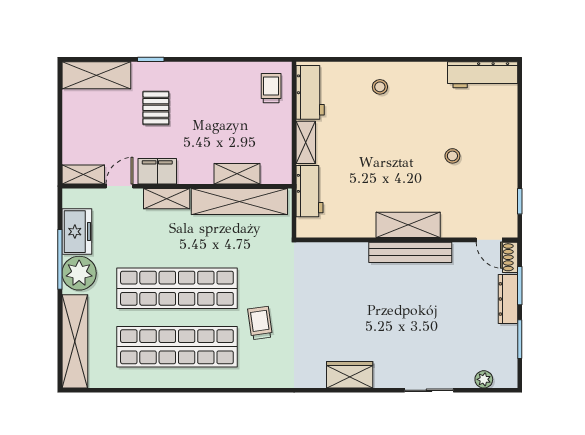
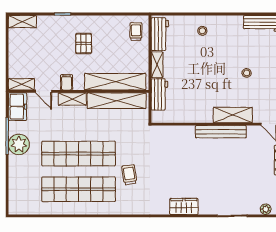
shelving: (96, 75) -> (22, 22), width x0.67, depth x0.75
pallet: (156, 108) -> (84, 43), moved
filing cabinet: (157, 171) -> (67, 82), width x0.50
shelving: (237, 174) -> (115, 82), width x2.20, depth x1.33
door: (120, 186) -> (44, 91), swing flipped
shelving: (408, 225) -> (233, 115), moved
freezer: (77, 232) -> (18, 107), moved
shelving: (75, 341) -> (16, 186), removed

